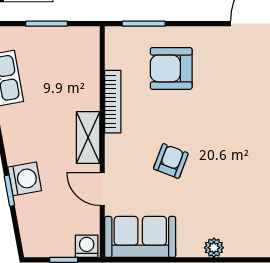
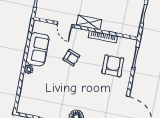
door: (102, 189) -> (65, 24), swing flipped
sofa: (140, 237) -> (38, 49), moved
washing machine: (87, 246) -> (40, 12), removed

